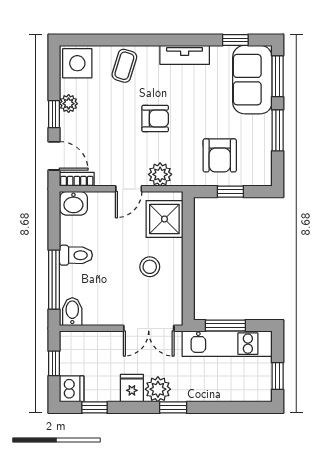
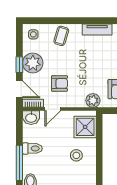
side table: (77, 63) -> (33, 34), width x0.54, depth x0.54
plant: (69, 104) -> (33, 63), width x1.87, depth x1.87
armchair: (155, 119) -> (60, 83), moved
plant: (160, 174) -> (93, 100), moved
door: (129, 189) -> (53, 109), moved

